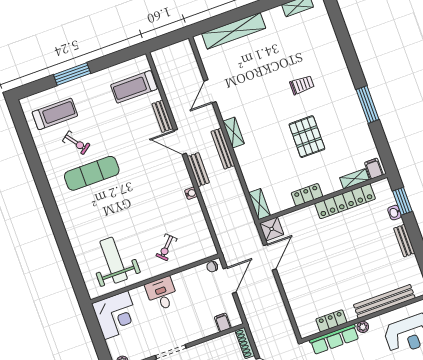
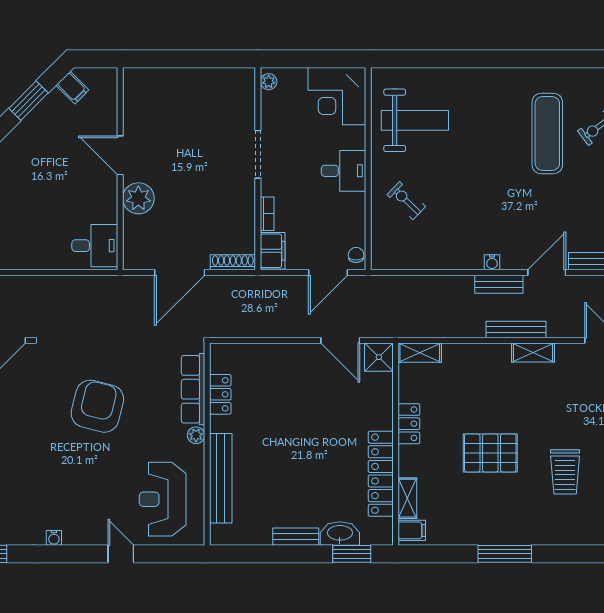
trolley: (302, 85) -> (565, 472), width x1.36, depth x1.39
water cooler: (191, 193) -> (492, 262), moved
washbasin: (395, 213) -> (340, 534), width x1.91, depth x1.45
door: (230, 280) -> (328, 272), hinge flipped
filing cabinet: (223, 322) -> (273, 251), width x2.00
bookcase: (206, 332) -> (267, 214), added

